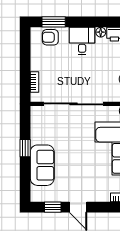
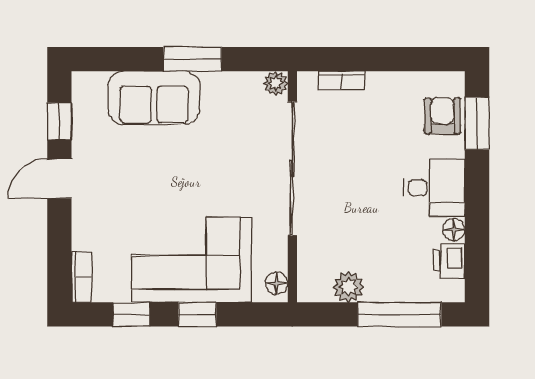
plant: (36, 111) -> (276, 83), added
window: (25, 148) -> (193, 59), width x1.50

